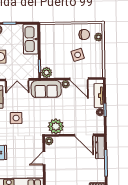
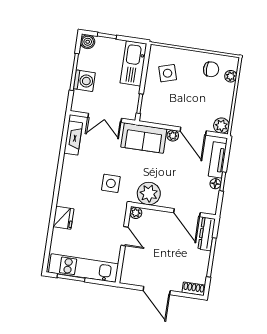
side table: (78, 55) -> (168, 73), moved
plant: (47, 73) -> (221, 126), moved
side table: (16, 118) -> (111, 183), moved
door: (44, 158) -> (124, 236), swing flipped

